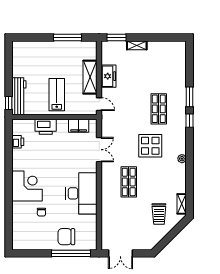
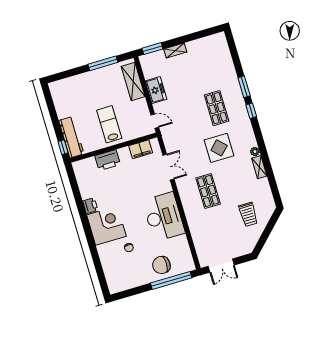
shelving: (90, 77) -> (133, 81), moved
printer: (18, 142) -> (90, 206), moved
shelving: (182, 204) -> (259, 167), moved

